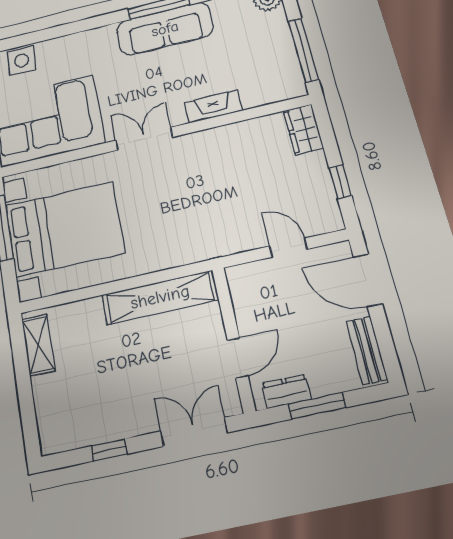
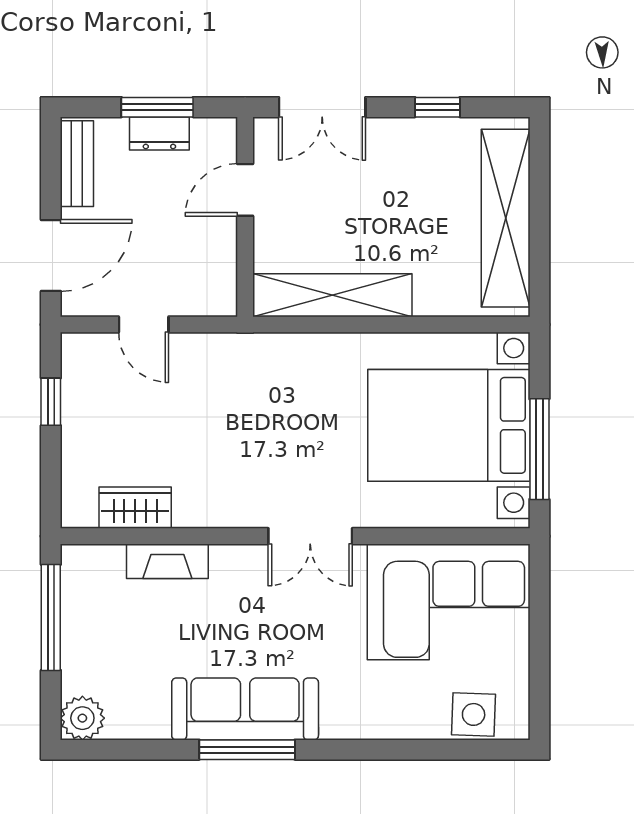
fireplace: (213, 107) -> (167, 561), moved
wardrobe: (303, 129) -> (135, 508), moved, turned -90
door: (368, 280) -> (51, 255), hinge flipped
shelving: (38, 345) -> (506, 218), width x2.20, depth x1.33
dresser: (286, 391) -> (159, 133), moved

